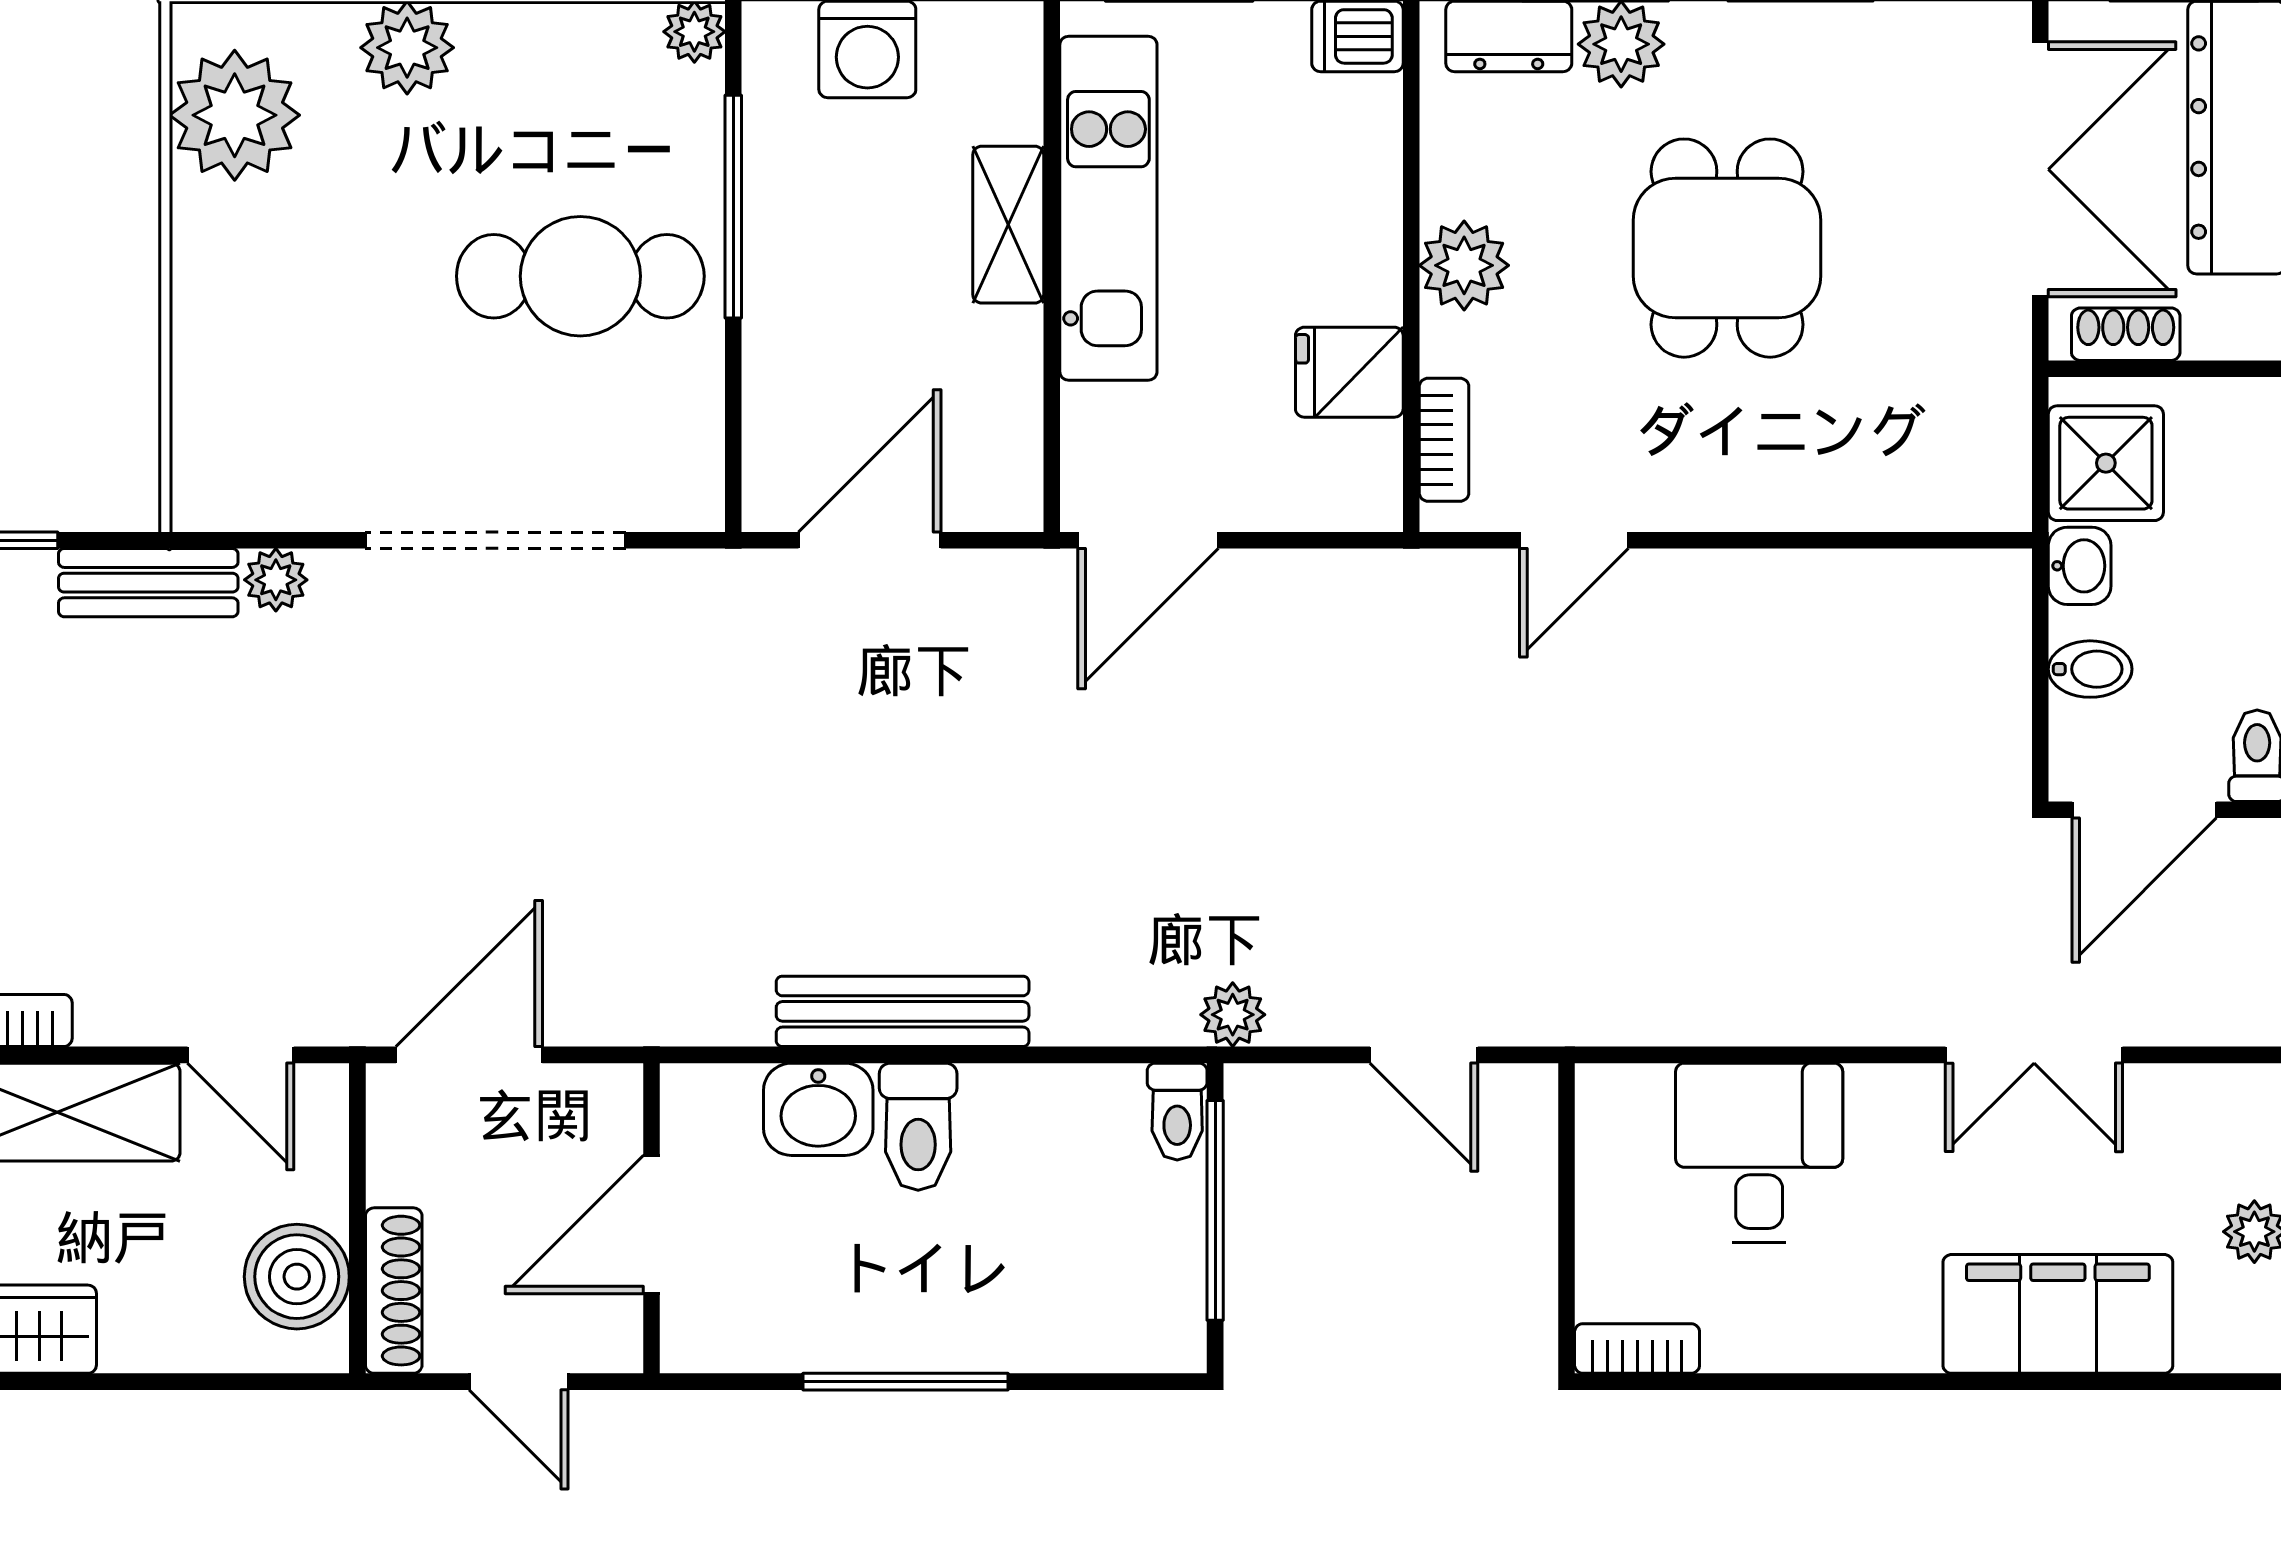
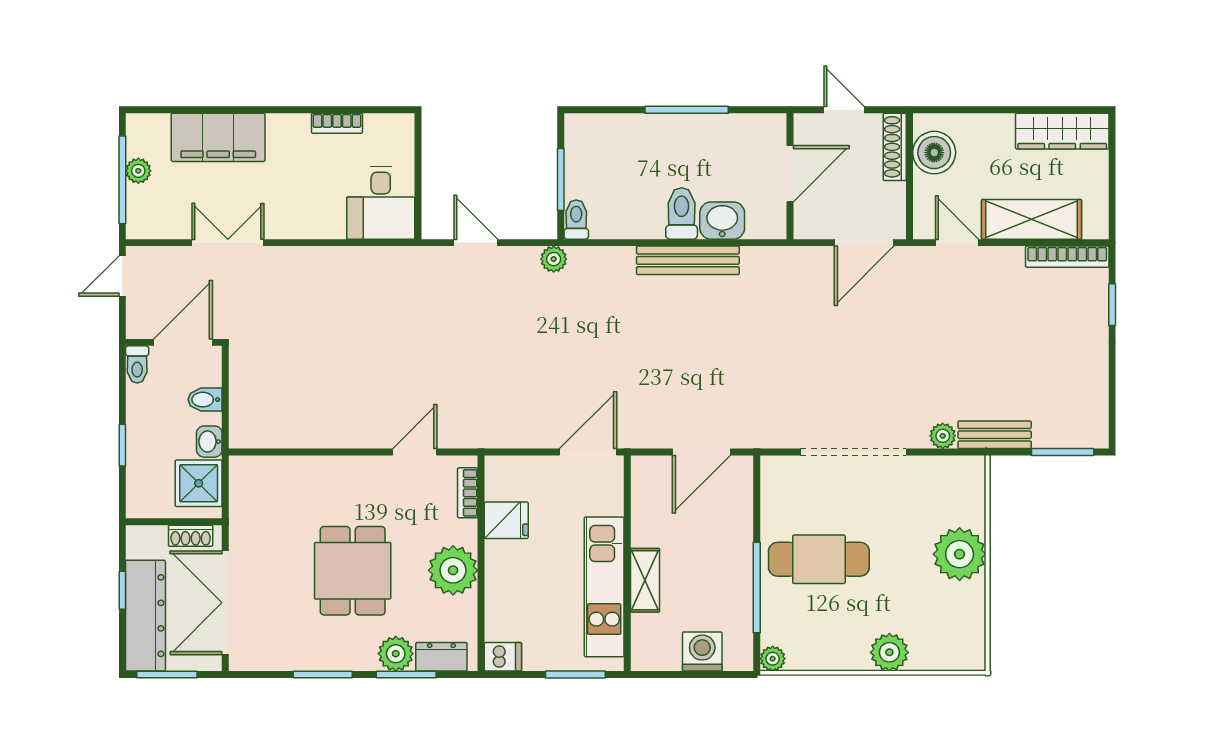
plant: (235, 115) -> (960, 554), moved
plant: (1464, 265) -> (453, 570), width x1.36, depth x1.36
desk: (1759, 1153) -> (381, 203), moved
window: (1215, 1210) -> (561, 179), width x0.69
bookcase: (1637, 1349) -> (337, 123), moved

